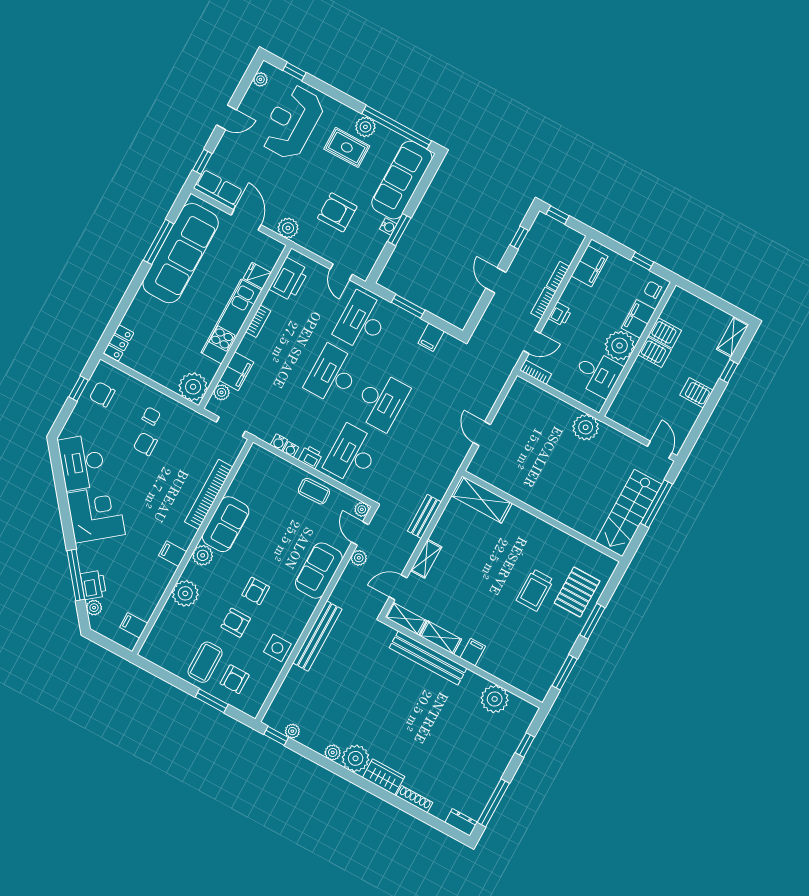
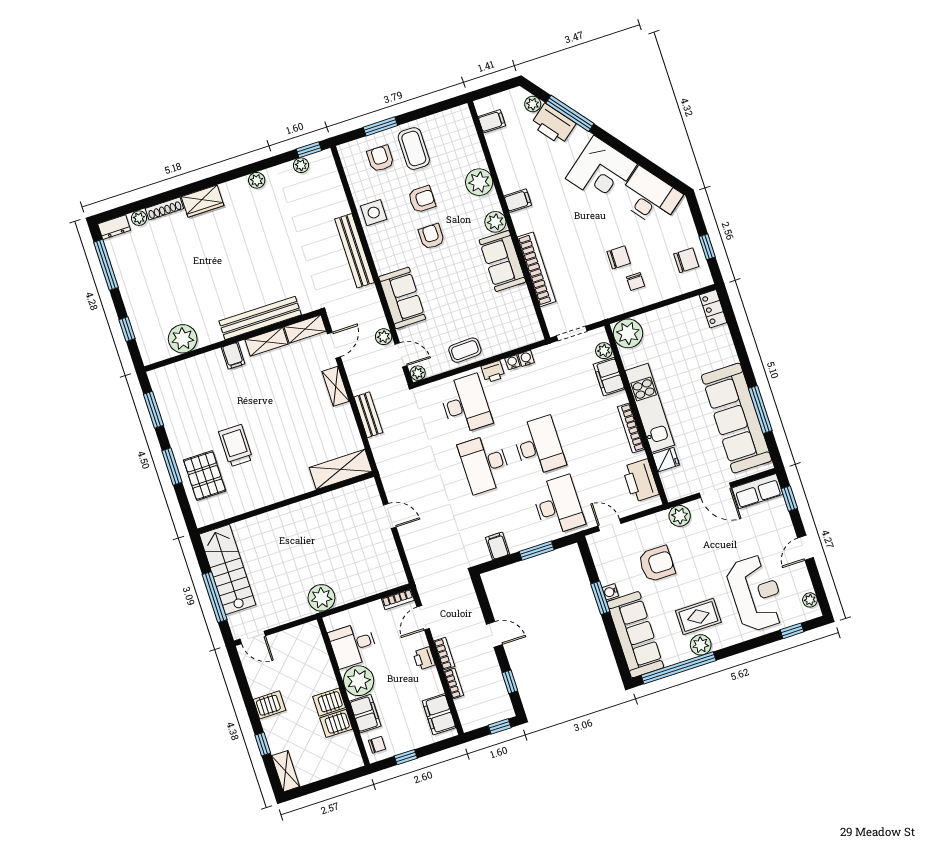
bookcase: (258, 321) -> (631, 428), width x1.56
printer: (93, 585) -> (553, 124), width x1.37, depth x1.19
plant: (356, 758) -> (139, 218), moved, width x0.53, depth x0.53

